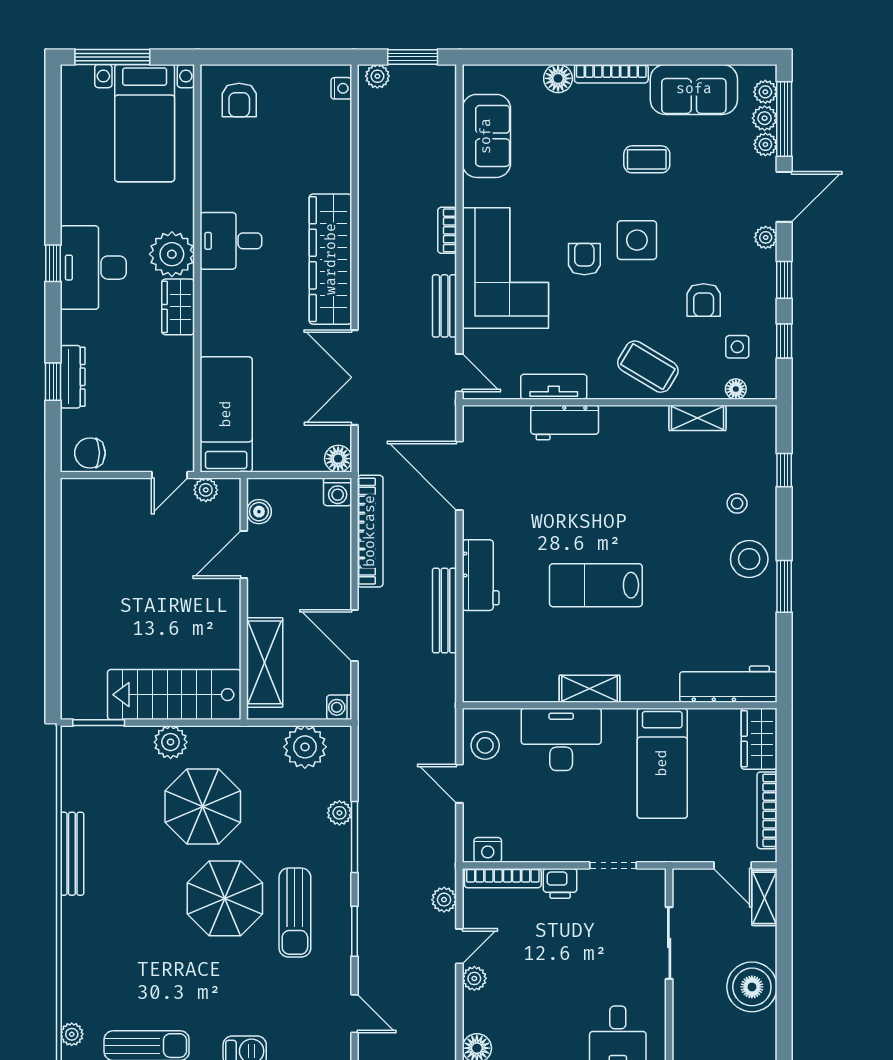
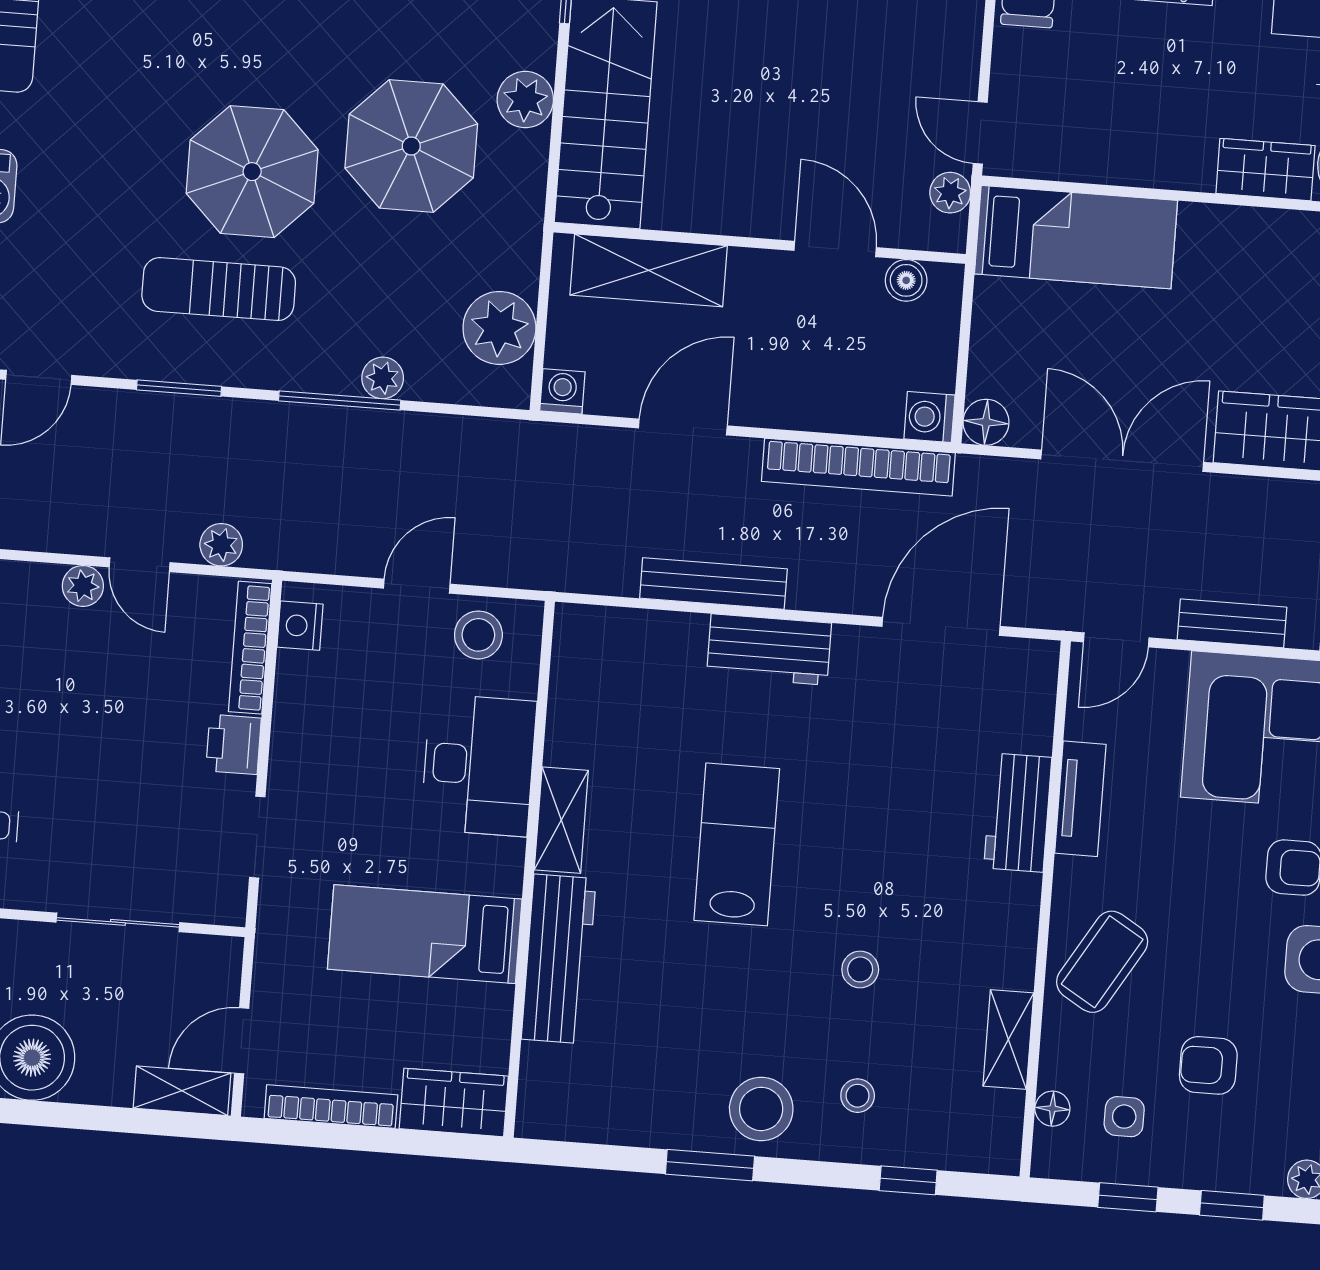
stool: (663, 508) -> (860, 969), added
workbench: (728, 684) -> (559, 959), moved

